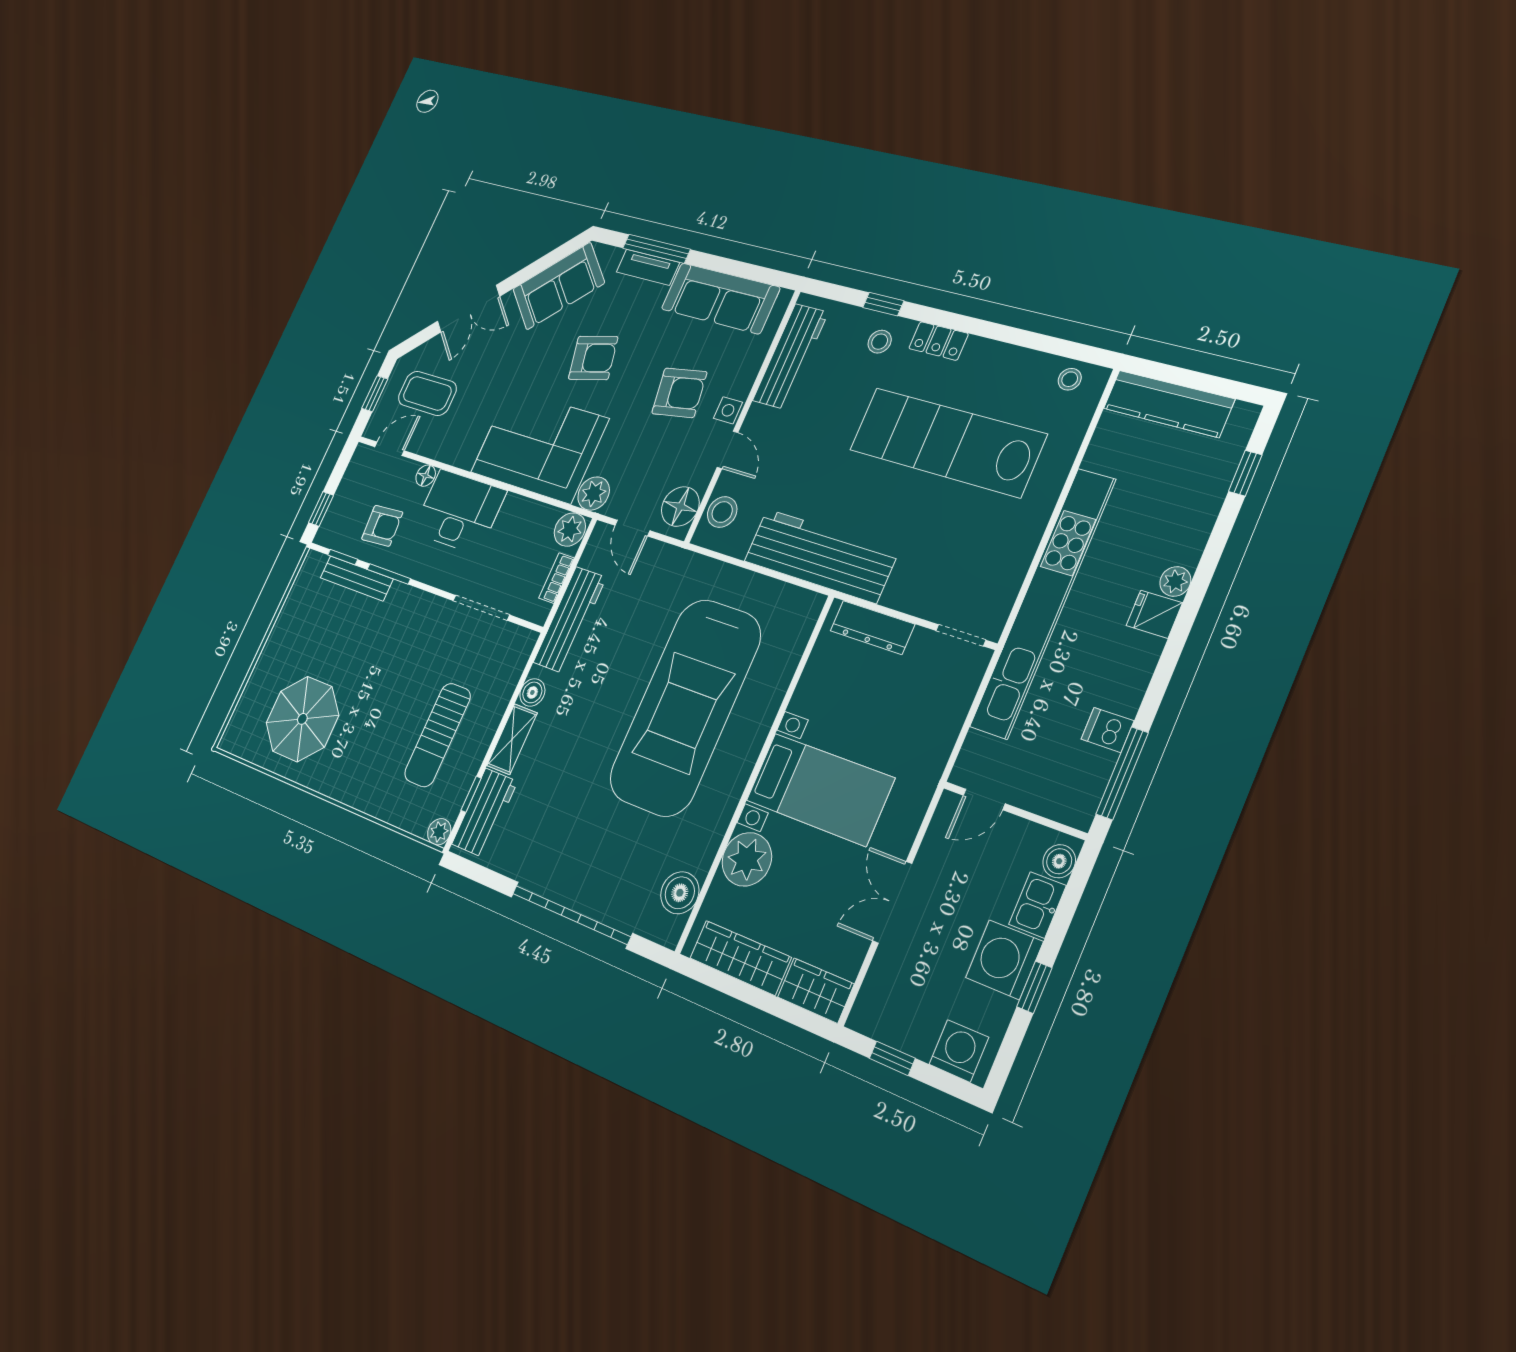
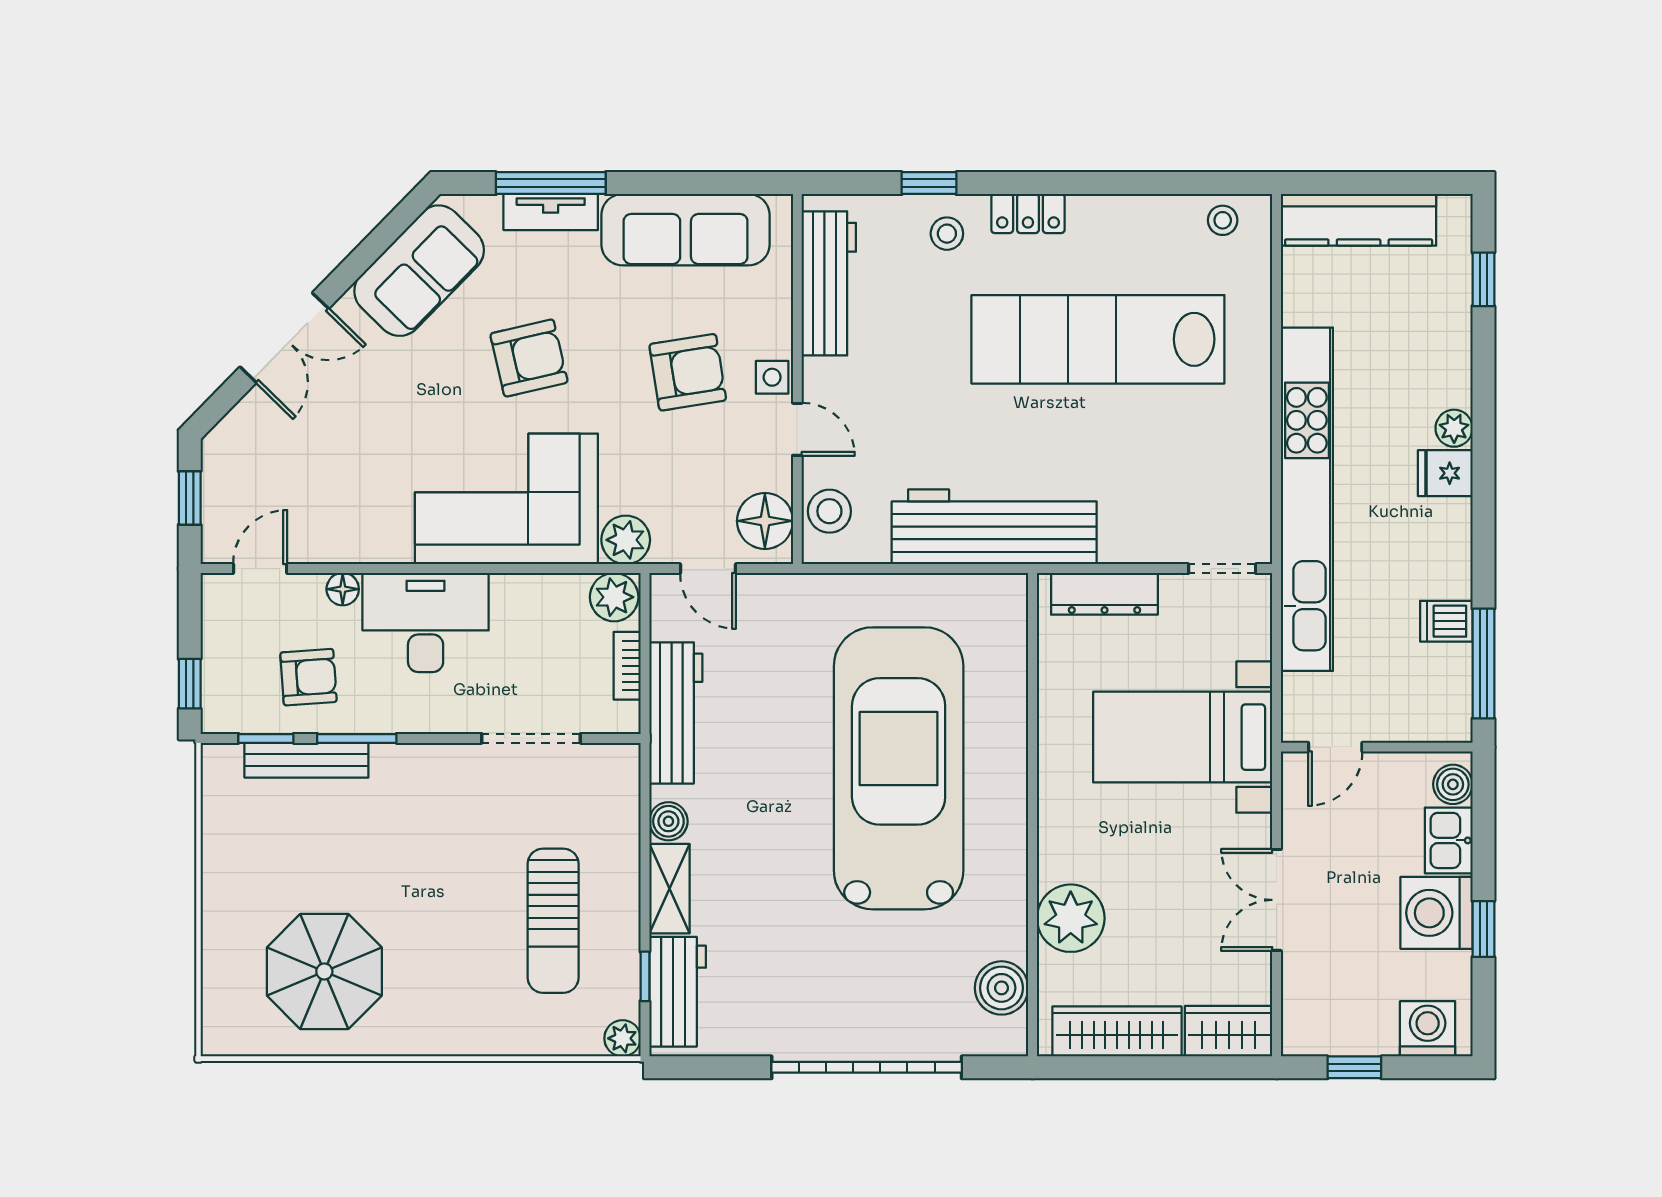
coffee table: (427, 393) -> (281, 475), removed
car: (685, 707) -> (899, 768), turned 180
bed with nightstands: (820, 789) -> (1183, 737), moved, turned 180

